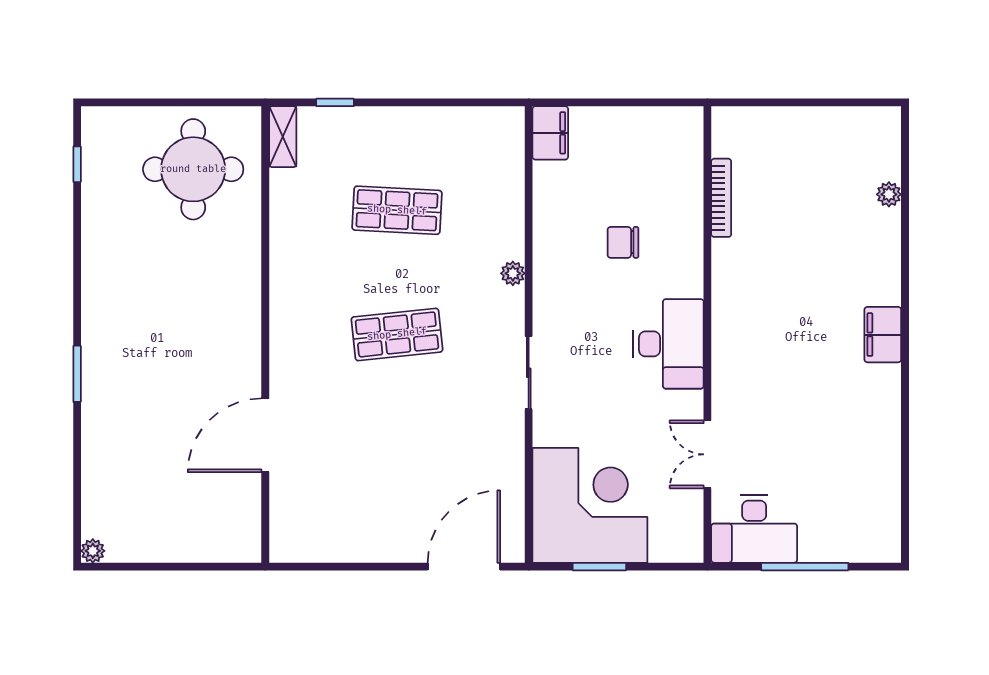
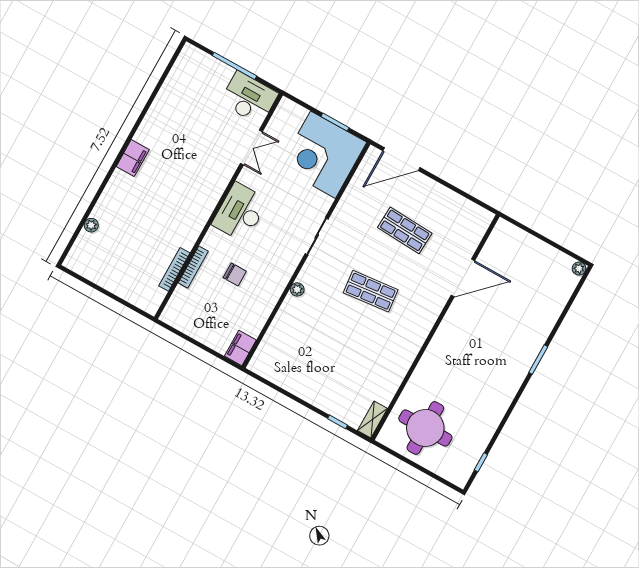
shop shelf: (397, 210) -> (405, 230), moved
bookcase: (694, 218) -> (193, 267), added

